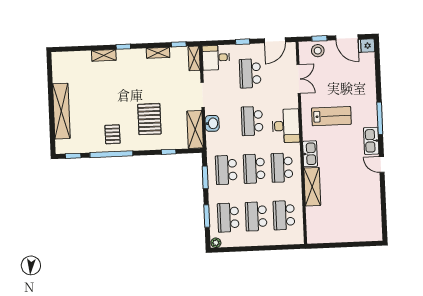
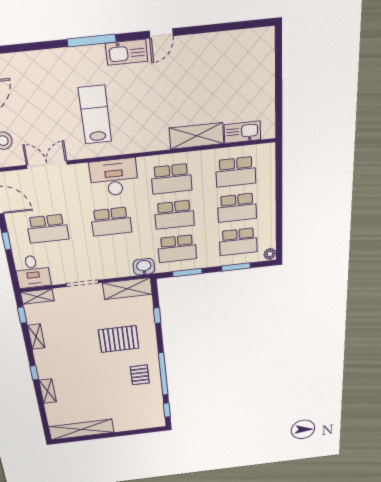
shelving: (61, 111) -> (81, 430), moved
washbasin: (212, 123) -> (144, 267), moved
pallet: (113, 134) -> (140, 375), turned 90
kitchen sink: (310, 154) -> (242, 132), moved

